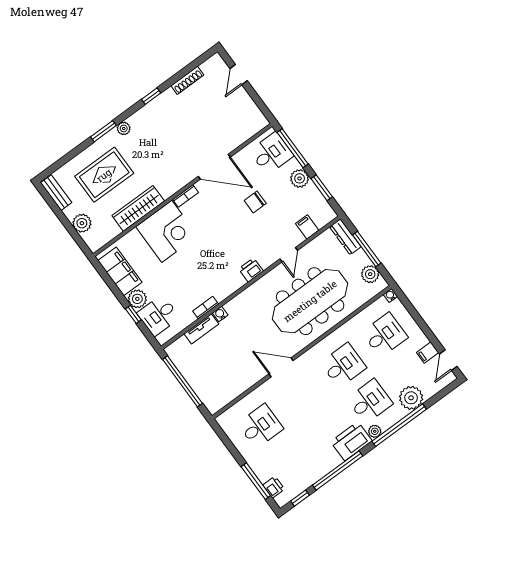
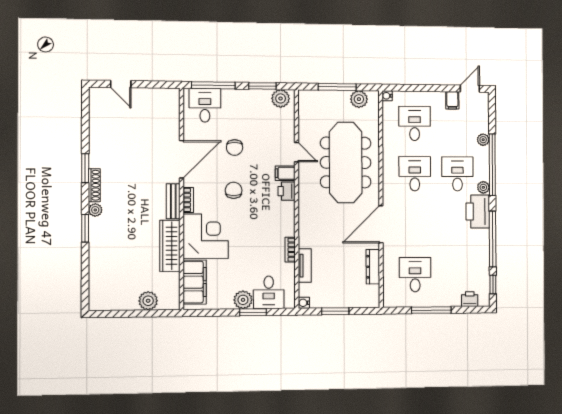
shoe rack: (187, 80) -> (94, 185), moved
window: (151, 96) -> (85, 168), width x1.50
rug: (104, 175) -> (122, 254), removed
plant: (300, 178) -> (281, 98), moved
bench: (56, 193) -> (173, 201), moved, turned 90
chair: (220, 227) -> (234, 190), added
filing cabinet: (307, 227) -> (285, 173), moved
dresser: (345, 237) -> (373, 267), moved, turned 90
filing cabinet: (120, 271) -> (195, 282), moved, turned 90
window: (133, 314) -> (253, 312), width x1.50
water cooler: (220, 314) -> (304, 303), moved
door: (448, 360) -> (470, 89), swing flipped
door: (281, 367) -> (381, 224), width x1.36
window: (183, 381) -> (335, 311), width x0.47
plant: (411, 398) -> (483, 140), width x0.53, depth x0.53
window: (256, 481) -> (431, 310), moved

